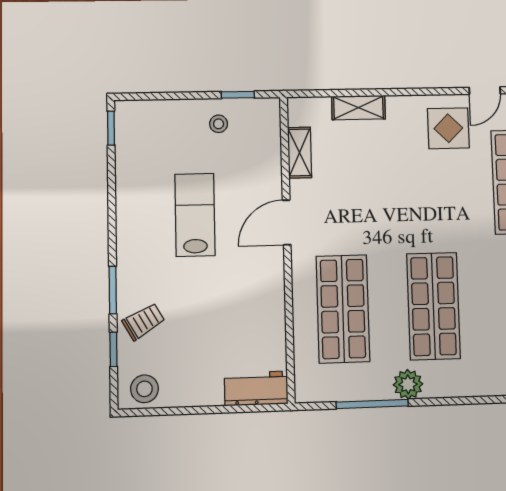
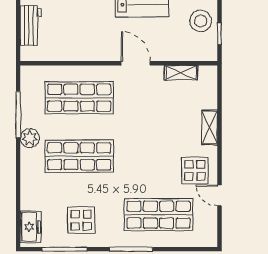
shelving: (358, 108) -> (210, 127), moved
stool: (219, 124) -> (201, 21), width x1.89, depth x1.89
workbench: (256, 388) -> (31, 25), moved

